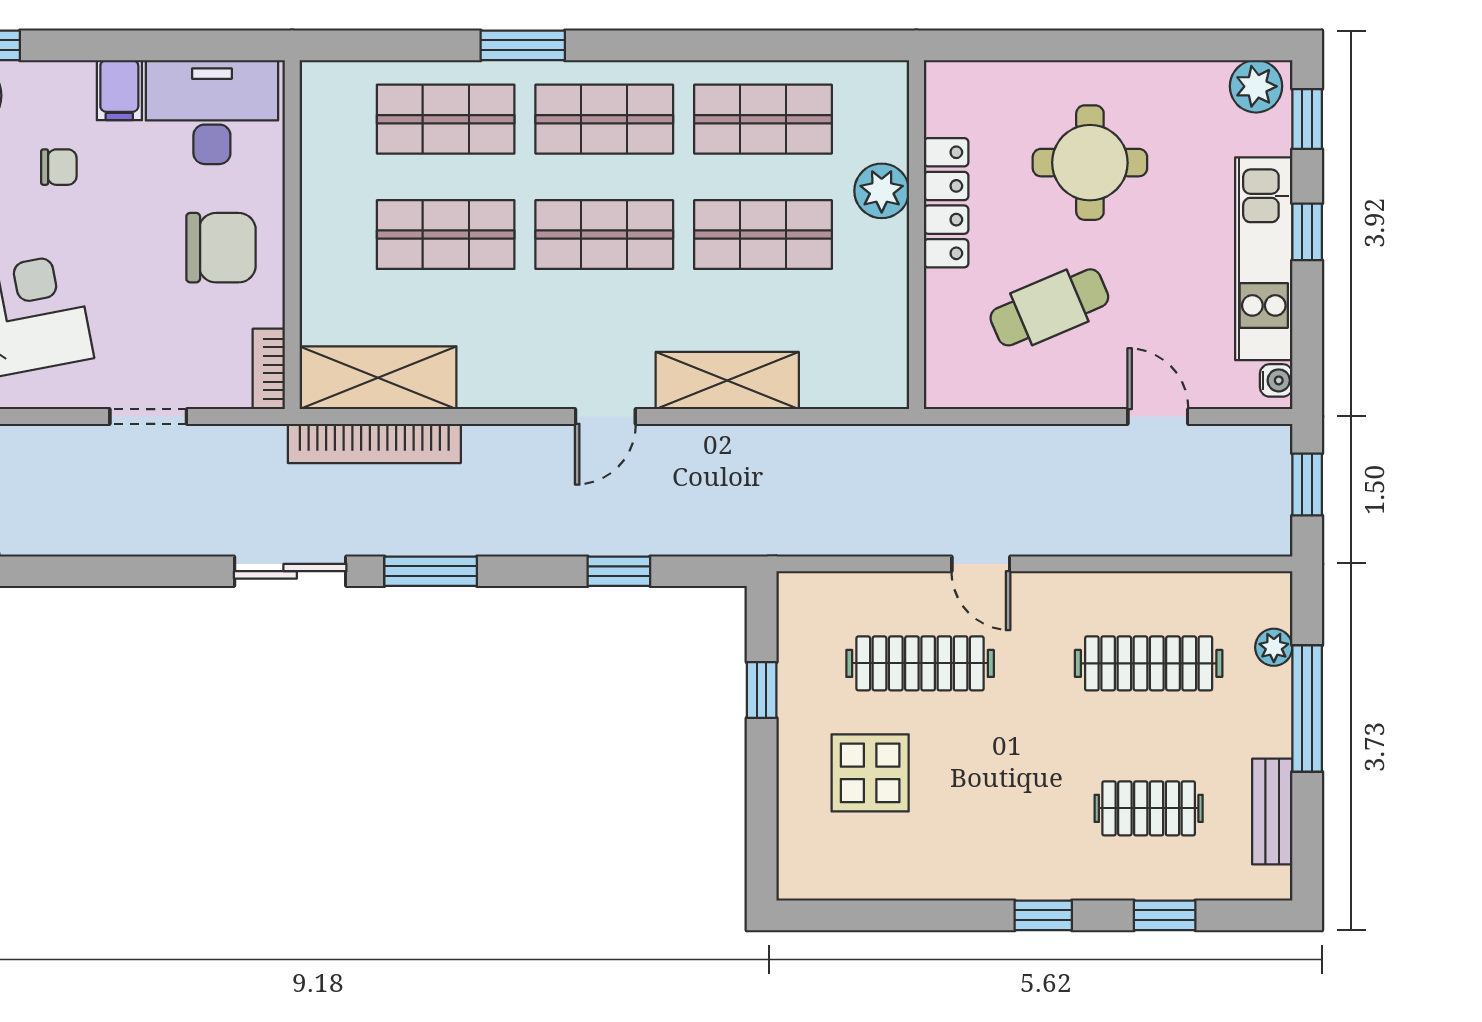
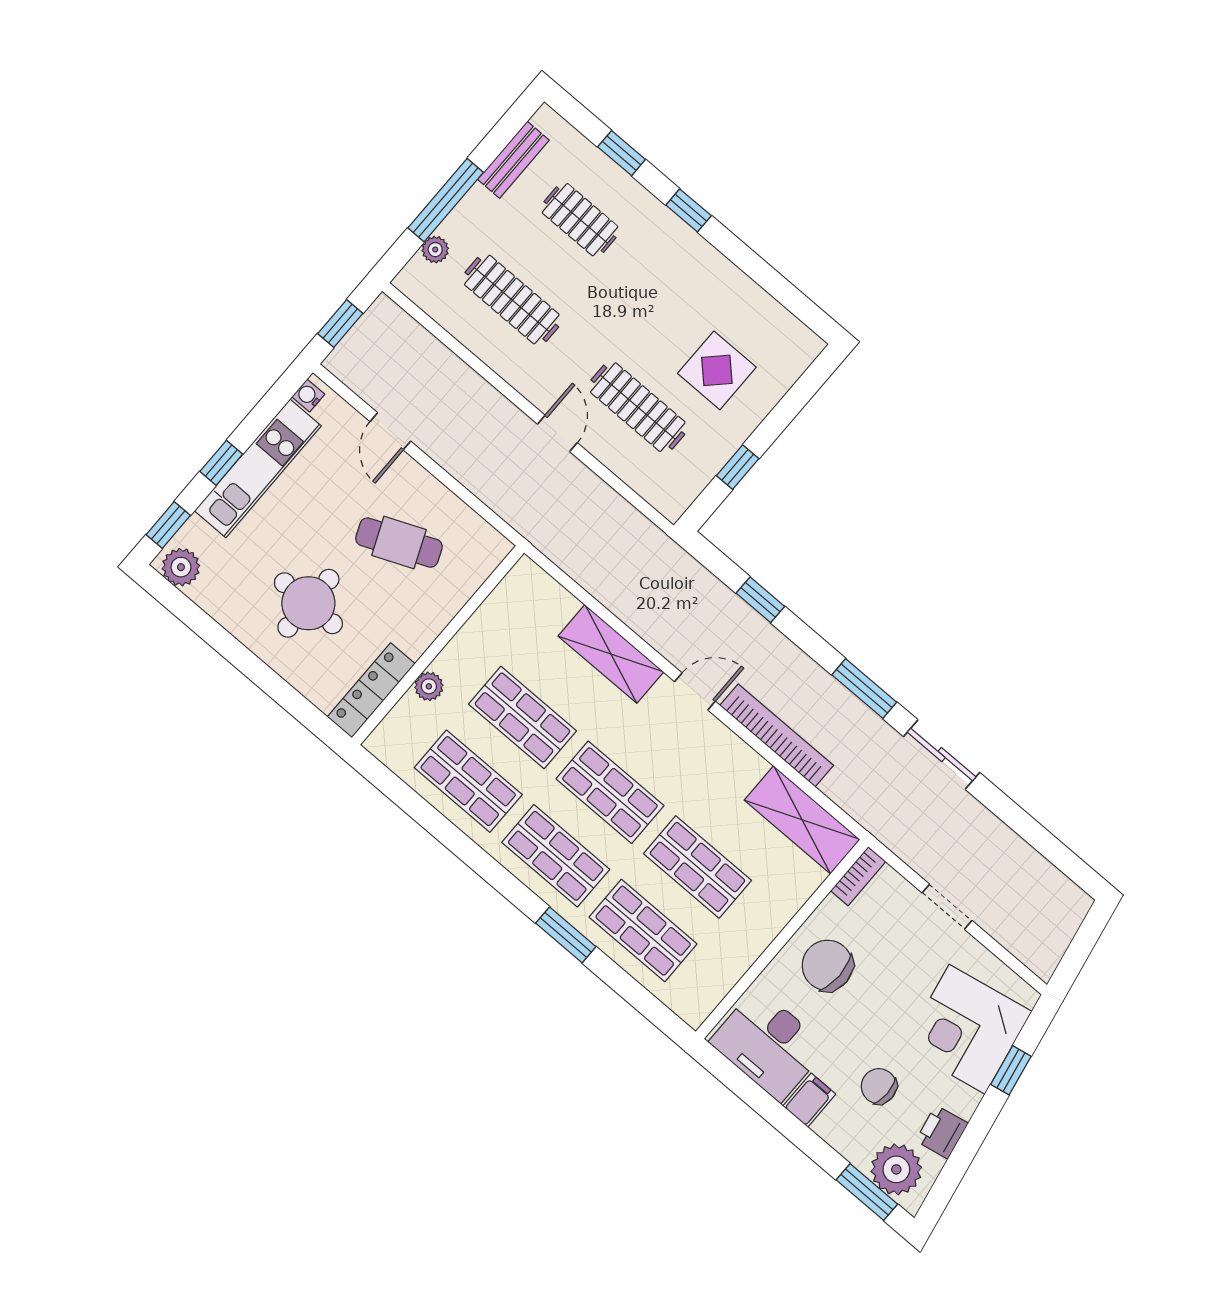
chair: (59, 167) -> (879, 1086), width x1.37, depth x1.37
plant: (882, 191) -> (429, 686), width x0.73, depth x0.73
locker: (946, 203) -> (371, 690), moved
bookcase: (374, 443) -> (777, 735), moved

